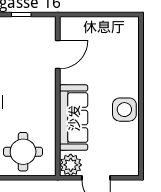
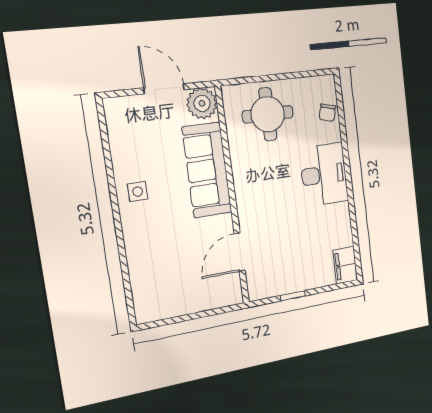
side table: (124, 110) -> (138, 192), width x0.54, depth x0.54

